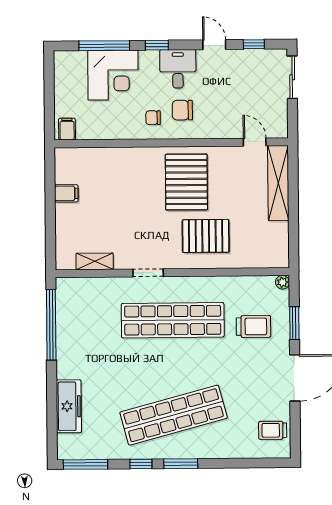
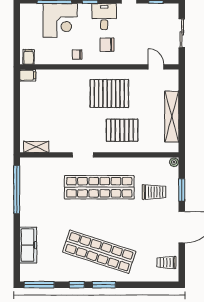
sliding door: (292, 77) -> (182, 33), moved
chair: (153, 118) -> (77, 55), moved
pallet: (186, 182) -> (109, 94), turned 90
shelving: (278, 183) -> (172, 117), moved
filing cabinet: (66, 193) -> (28, 75), moved
shelving: (95, 261) -> (36, 147), moved
shop shelf: (174, 415) -> (99, 252), turned 33

